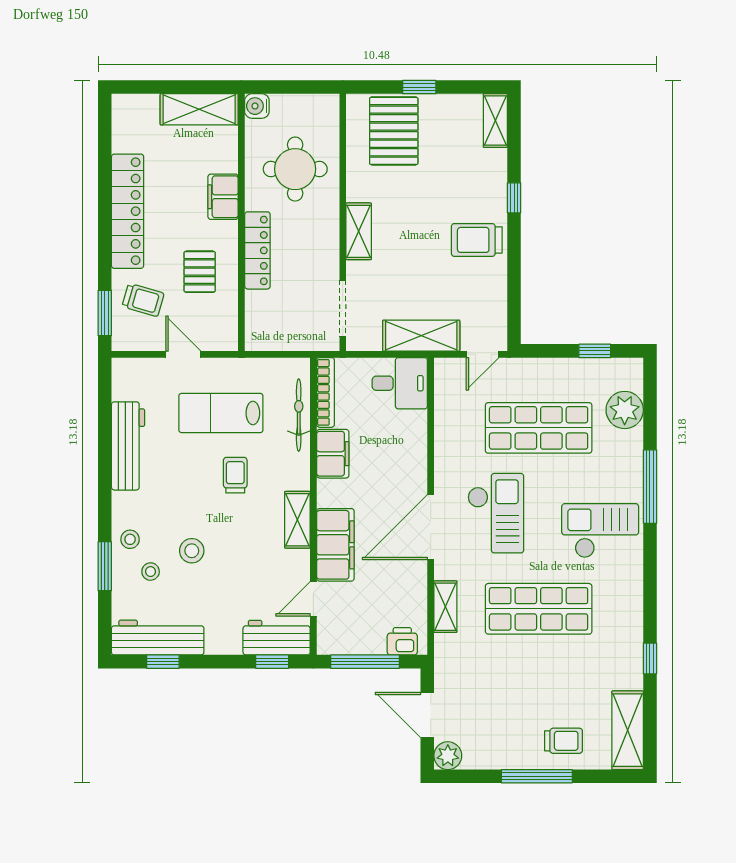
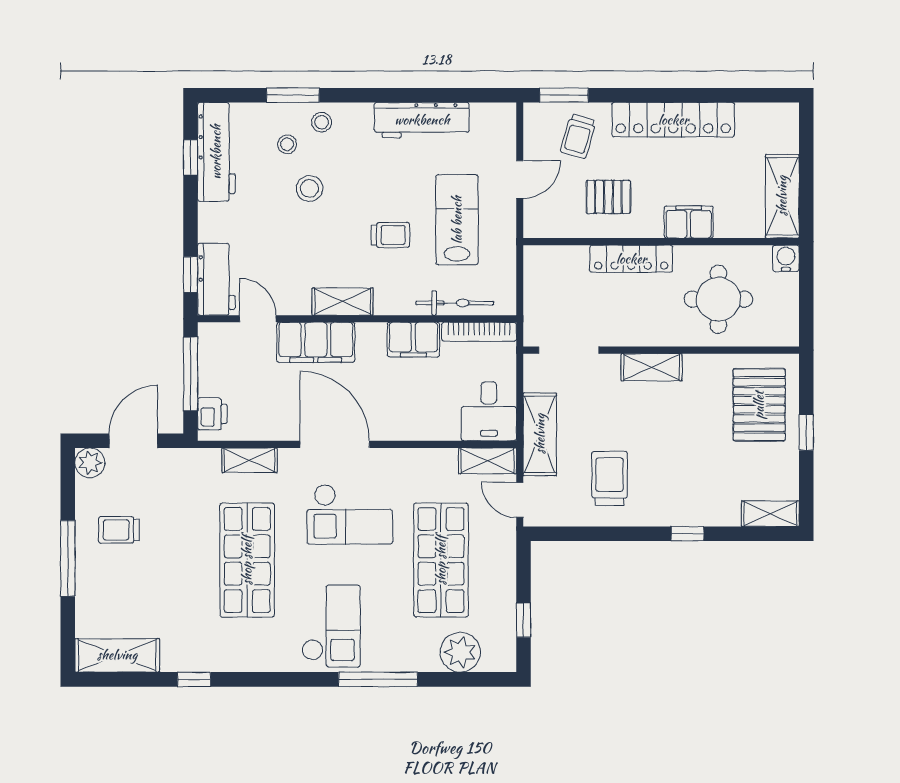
pallet: (394, 131) -> (759, 405), turned 90
trolley: (477, 240) -> (610, 478), moved
shelving: (446, 385) -> (487, 461), added
trolley: (564, 741) -> (119, 530), moved, turned 90

